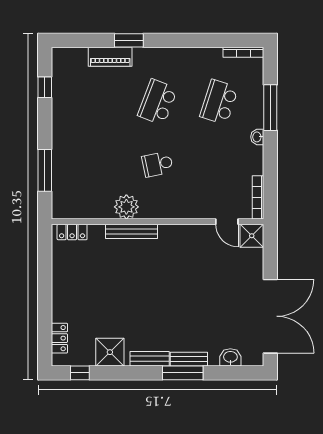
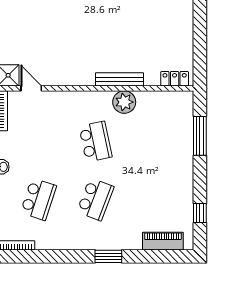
window: (129, 40) -> (108, 256), moved
piano: (110, 57) -> (163, 241), moved
school desk: (158, 164) -> (95, 142), width x1.85

